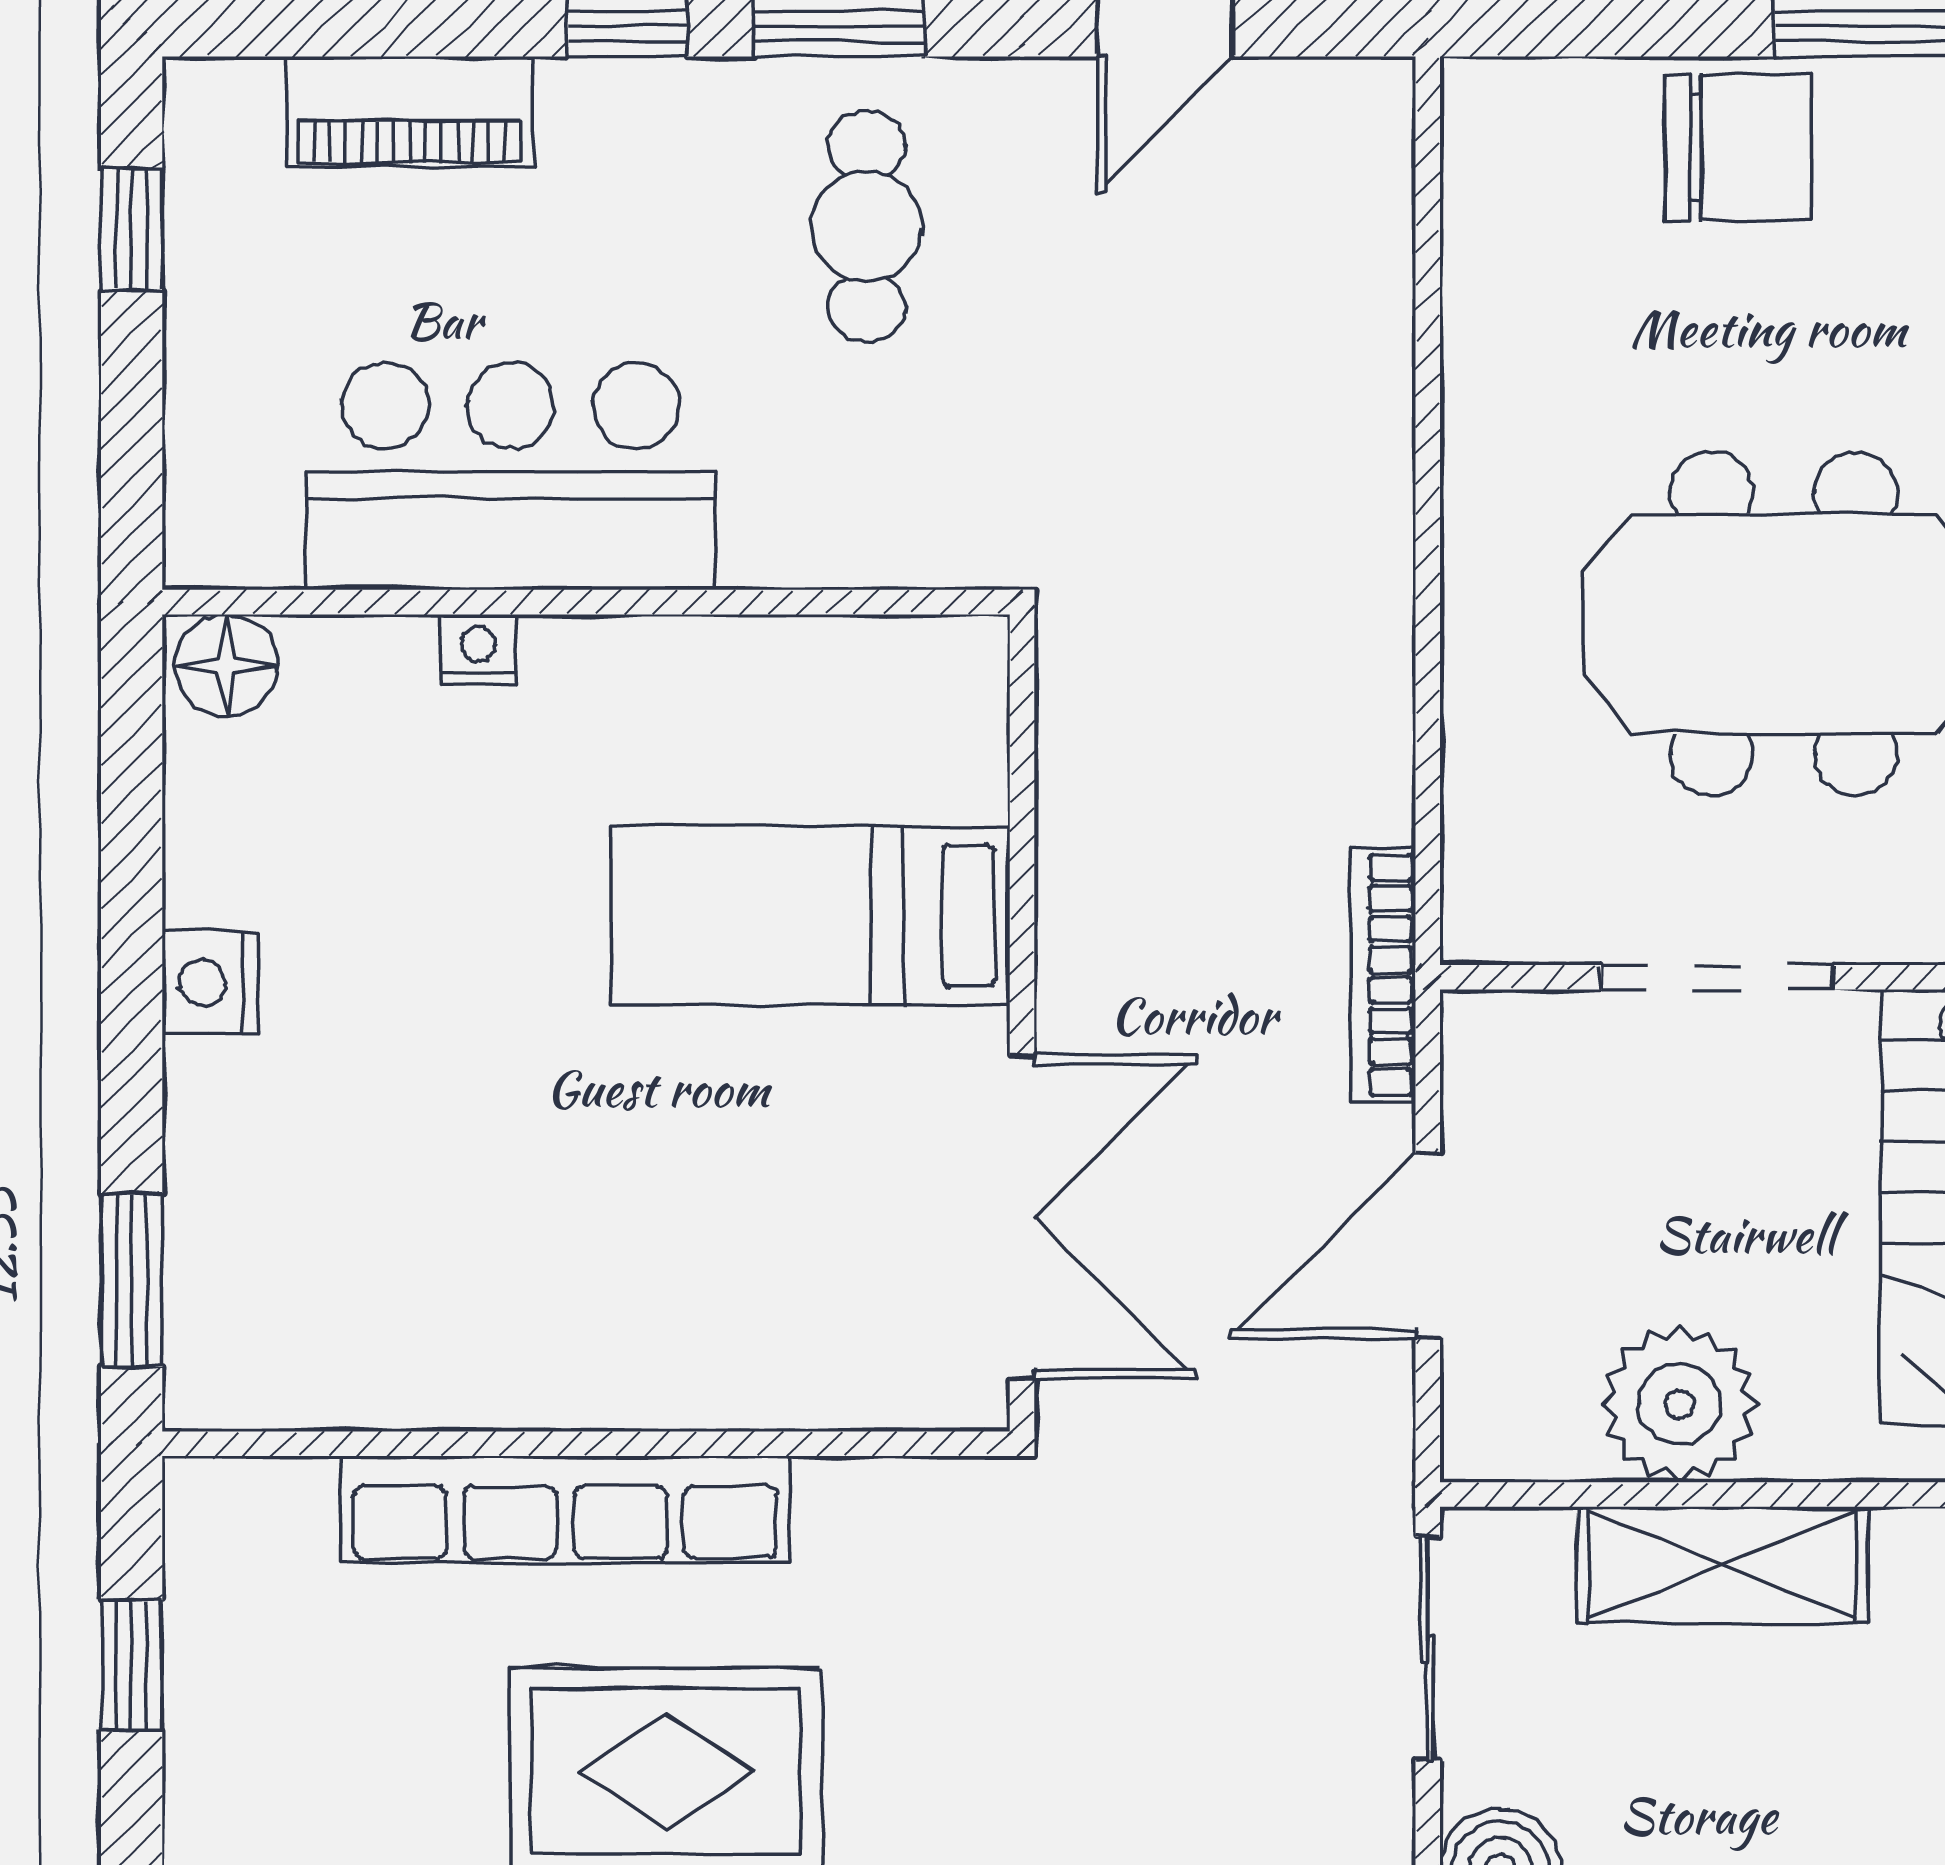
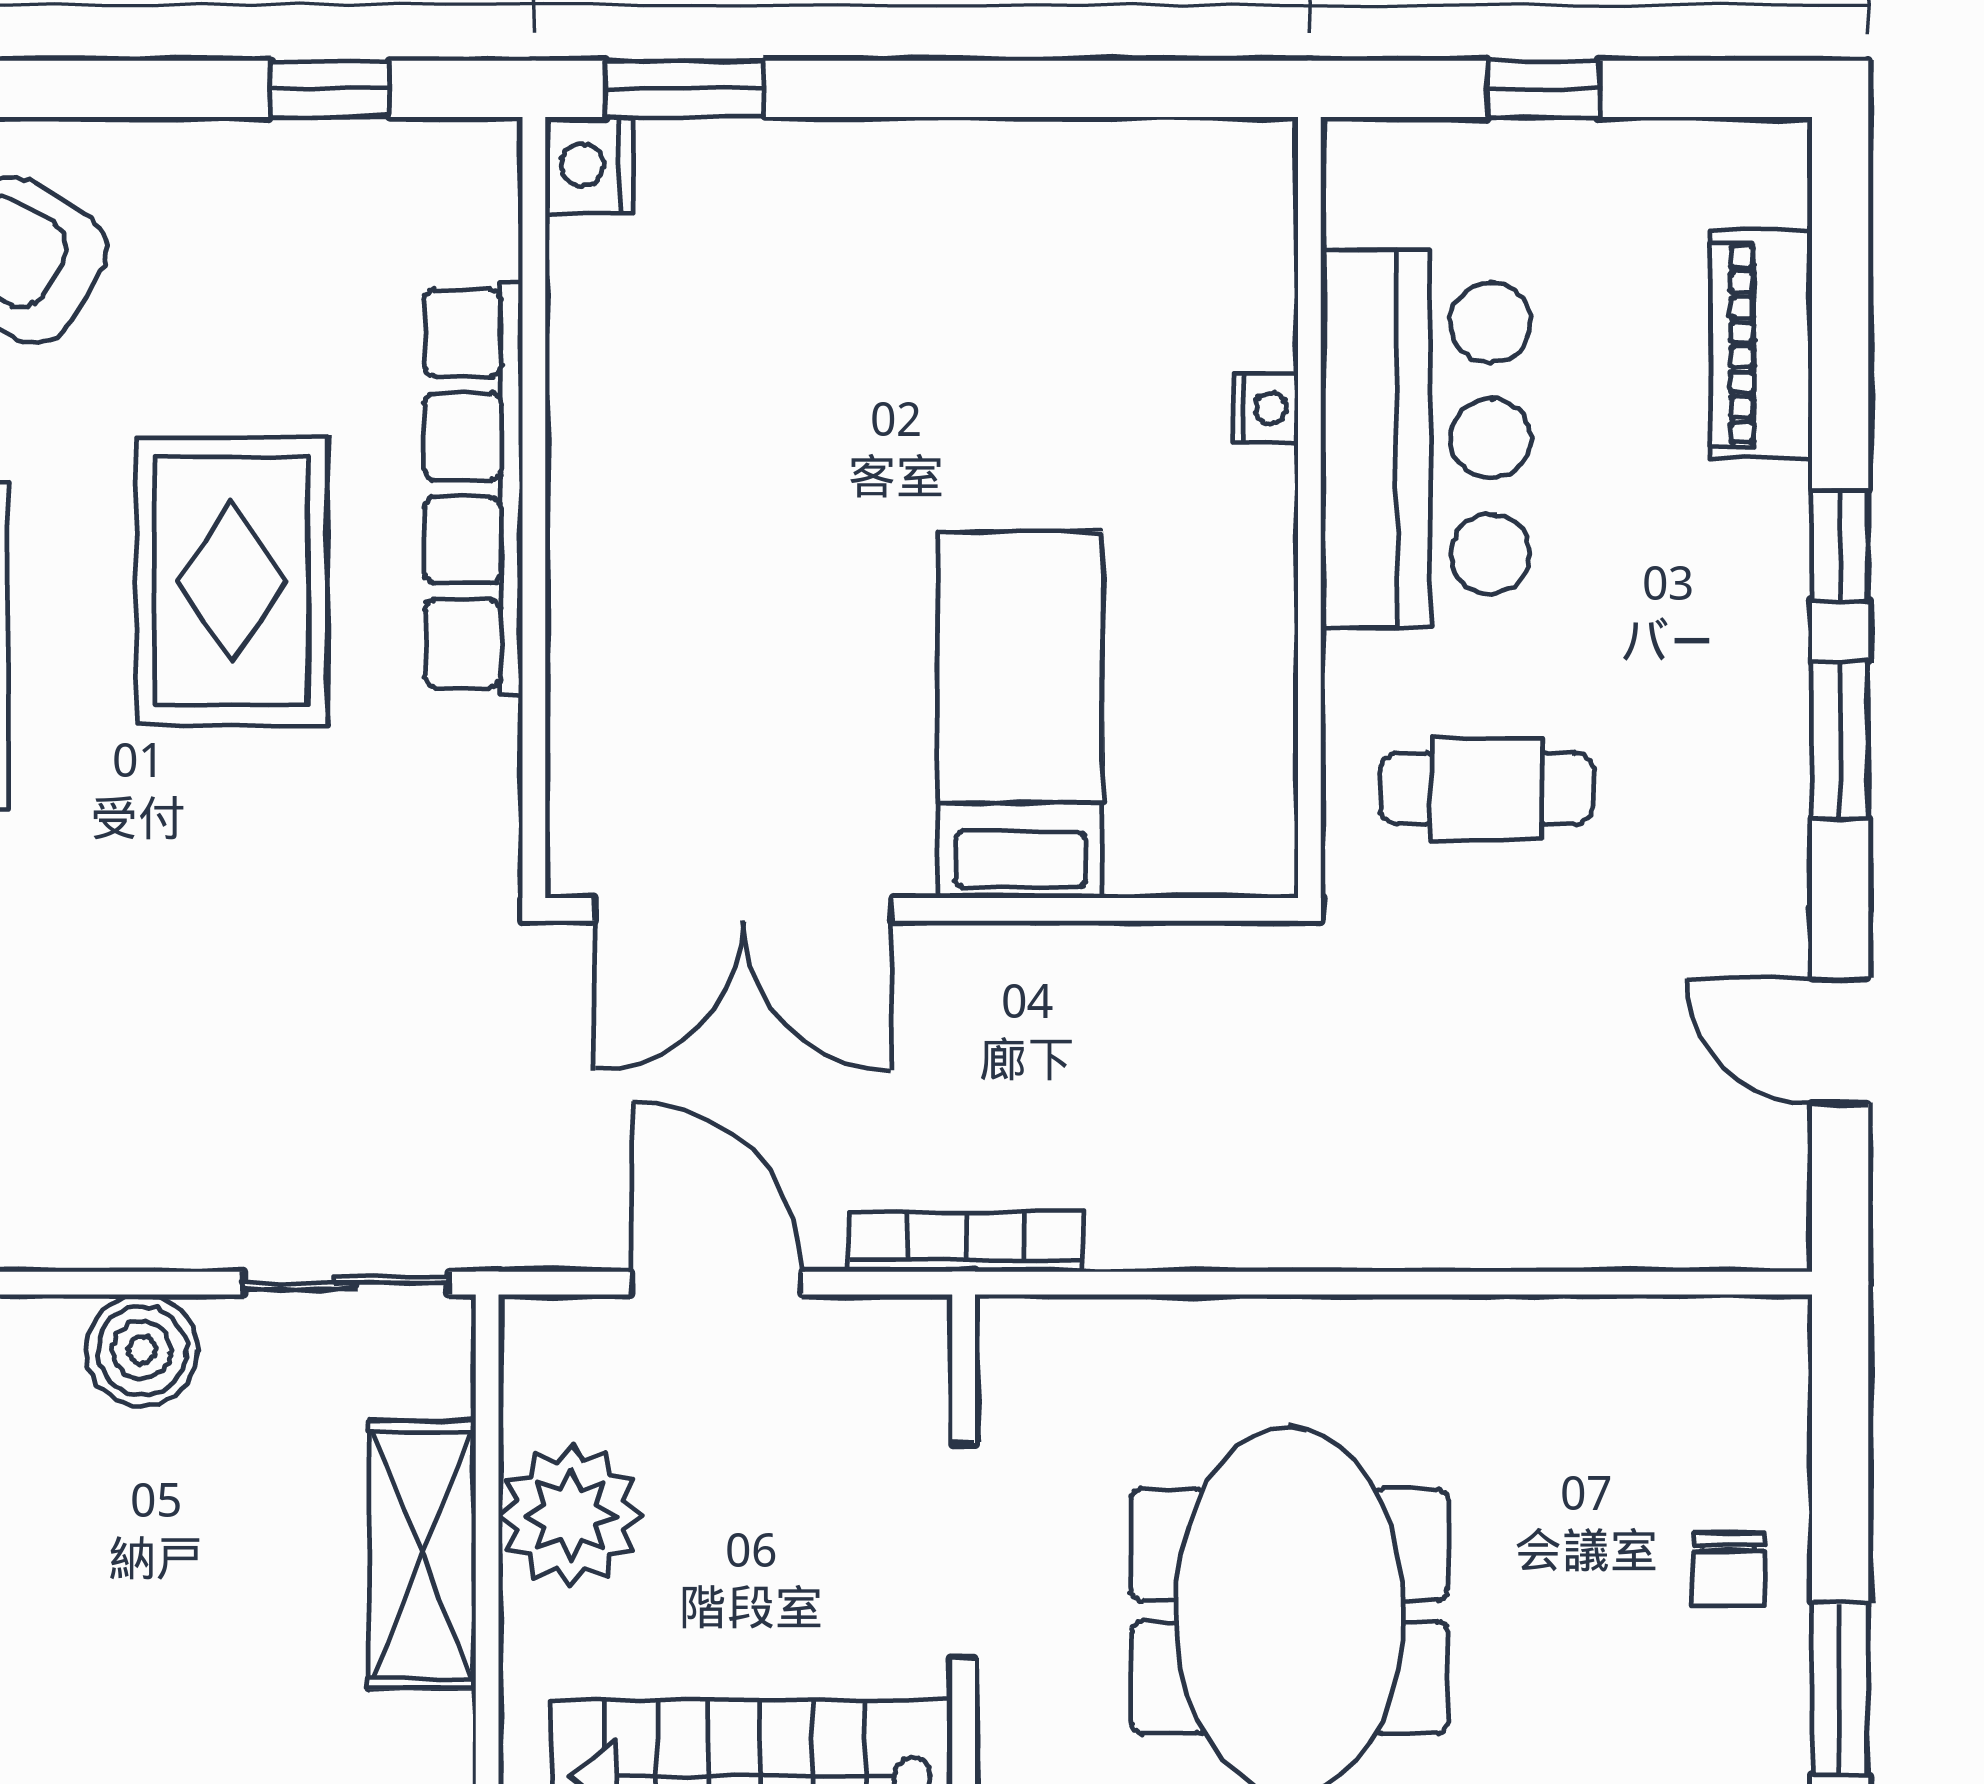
chair: (1739, 147) -> (1728, 1570), width x0.54, depth x0.54
cafe table: (866, 226) -> (1486, 789), moved
window: (132, 229) -> (1543, 89), moved
floor lamp: (227, 666) -> (1251, 176), removed
nightstand: (210, 983) -> (589, 165), moved, turned -90

